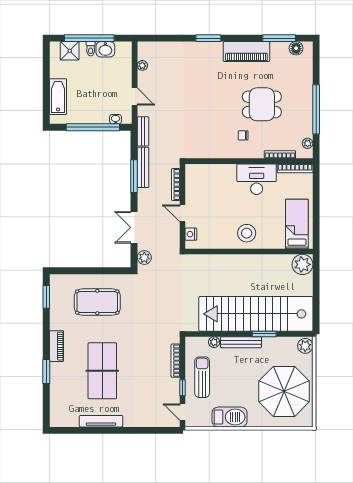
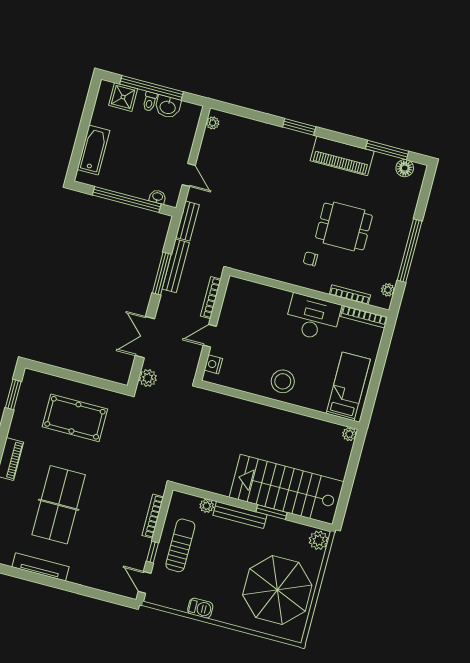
plant: (142, 65) -> (213, 123), moved
door: (182, 213) -> (210, 336), hinge flipped
plant: (302, 264) -> (349, 434), width x0.53, depth x0.53
stairs: (256, 314) -> (287, 489), width x0.73
barbecue: (230, 417) -> (200, 608), width x0.53, depth x0.65

